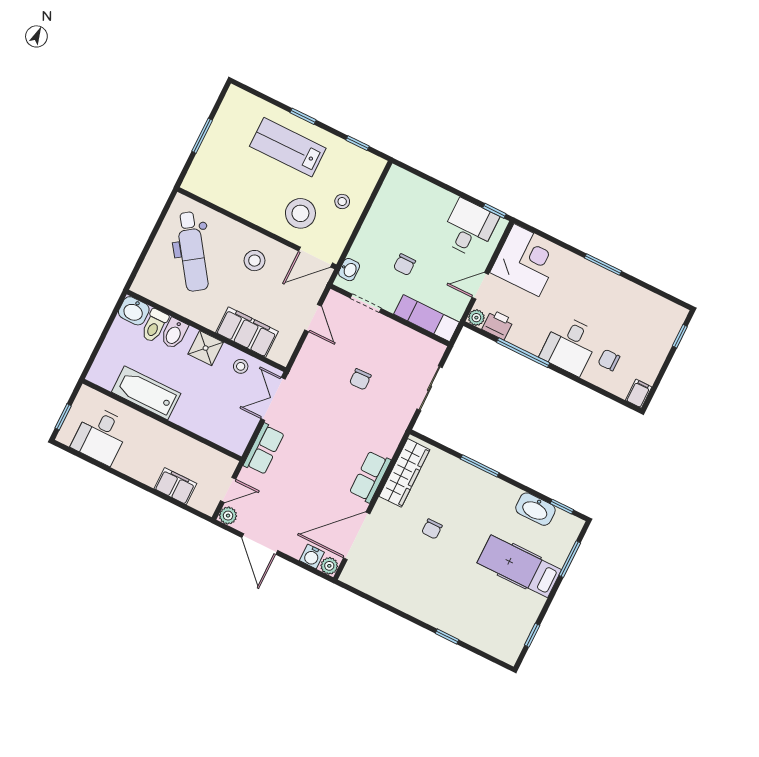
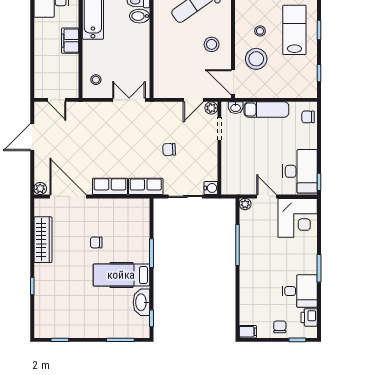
stool: (342, 202) -> (260, 31), moved
desk: (469, 228) -> (300, 171), width x1.37
chair: (405, 265) -> (308, 117), moved
exam couch: (426, 318) -> (266, 109), moved, turned 90
printer: (498, 325) -> (309, 317), moved, turned 180
filing cabinet: (247, 332) -> (164, 62), removed
desk: (570, 345) -> (300, 291), moved, turned 180
shower: (206, 348) -> (140, 41), removed
chair: (609, 360) -> (280, 327), moved
stool: (241, 366) -> (96, 80), moved
row of seats: (264, 449) -> (146, 186), moved, turned 180
wardrobe: (404, 473) -> (43, 240), moved, turned -90
filing cabinet: (175, 486) -> (70, 41), moved, turned 180
plant: (228, 516) -> (211, 108), moved
water cooler: (312, 556) -> (211, 188), moved, turned 180
hospital bed: (519, 566) -> (121, 275), moved, turned -90

